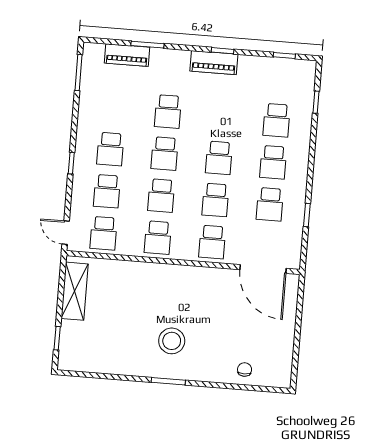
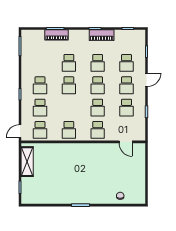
piano: (127, 55) -> (57, 35), moved
piano: (214, 63) -> (102, 35), moved
door: (312, 155) -> (146, 80), added
school desk: (161, 196) -> (98, 63), moved
door: (66, 233) -> (20, 131), hinge flipped
door: (263, 269) -> (126, 142), width x0.53
stool: (172, 341) -> (81, 184), removed

